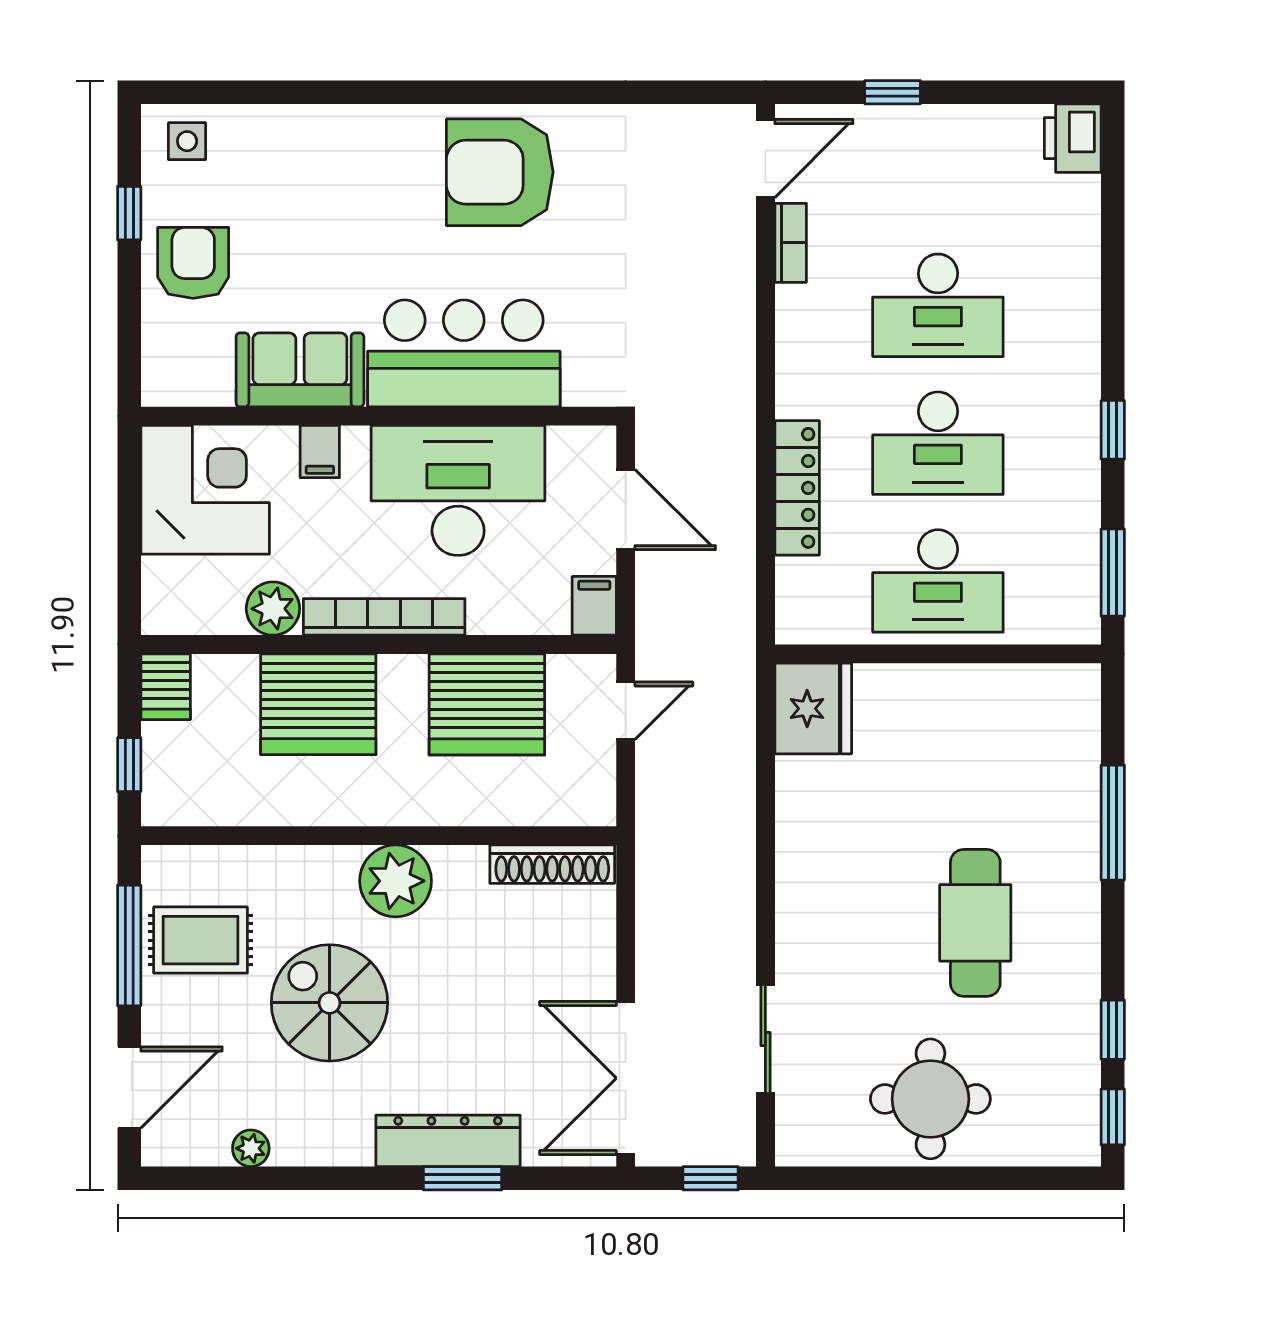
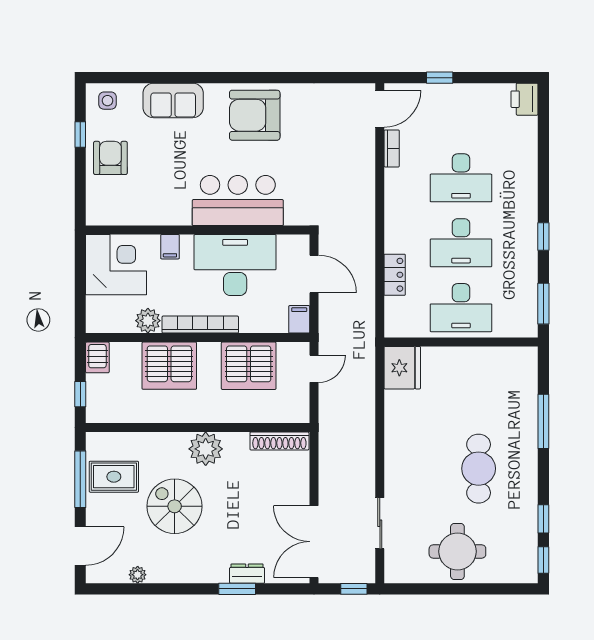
sofa: (300, 370) -> (173, 100), moved, turned 180
locker: (797, 488) -> (395, 275), width x0.66
dresser: (448, 1141) -> (247, 574), width x0.51, depth x0.80

